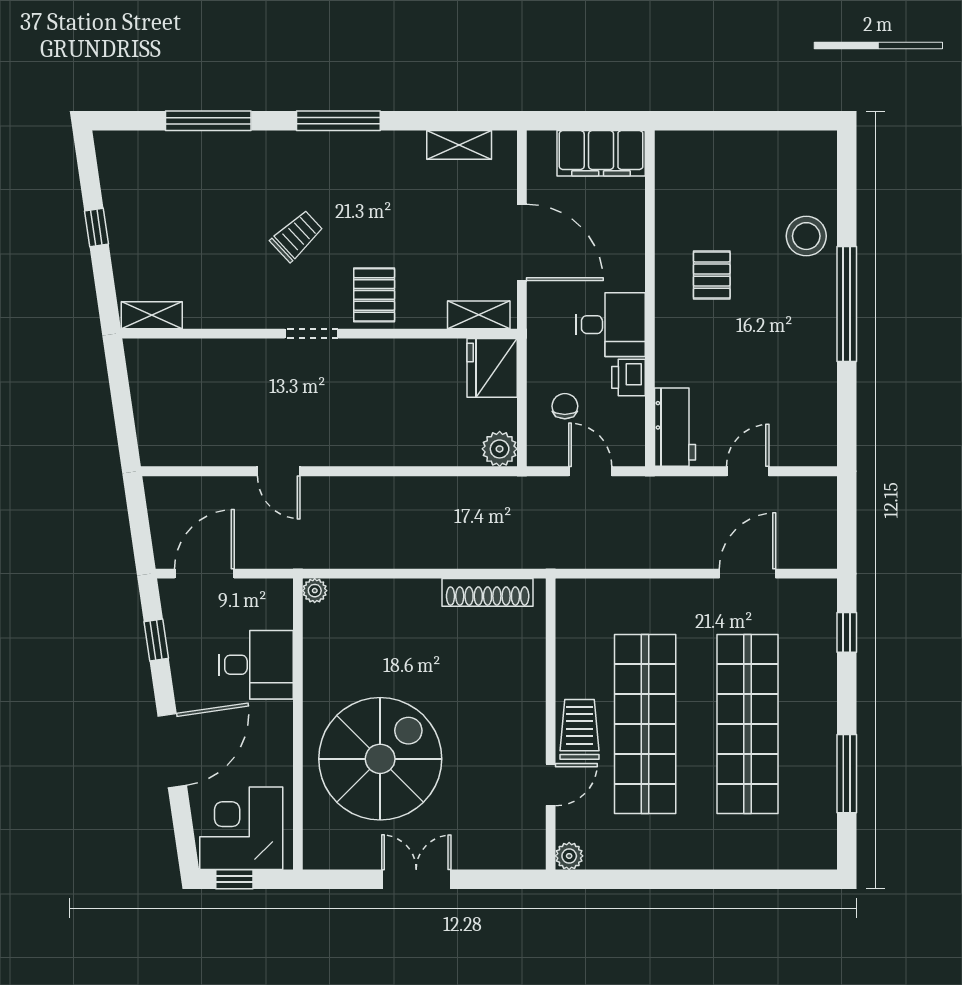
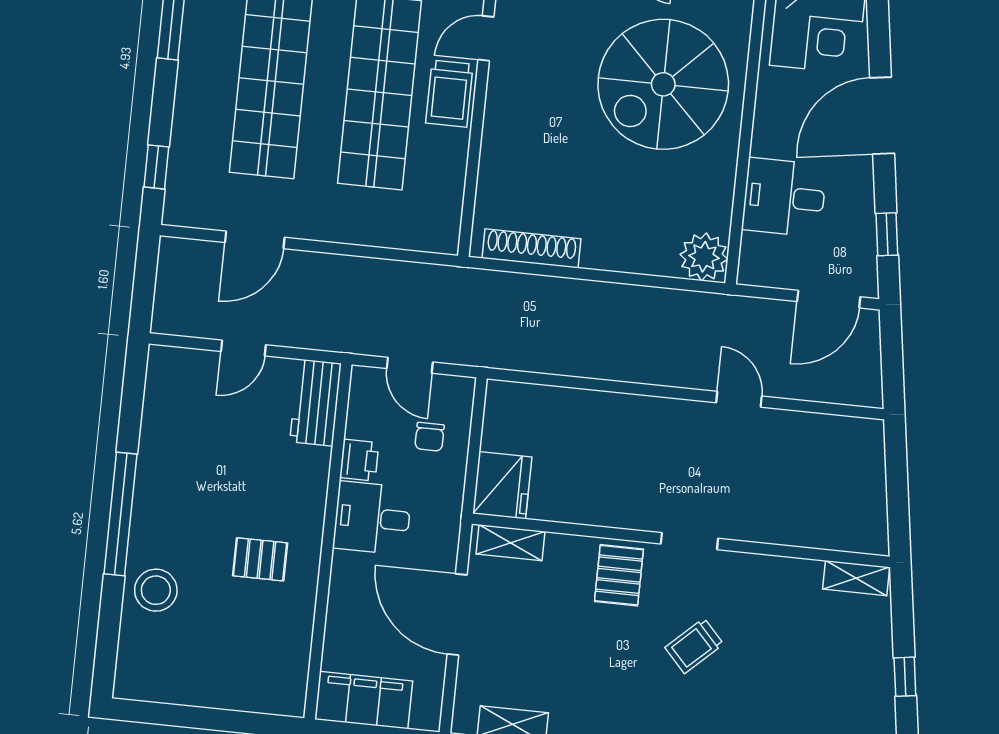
pallet: (712, 275) -> (260, 559), turned 90
plant: (500, 449) -> (503, 399), removed
plant: (315, 591) -> (704, 257), width x1.87, depth x1.87

